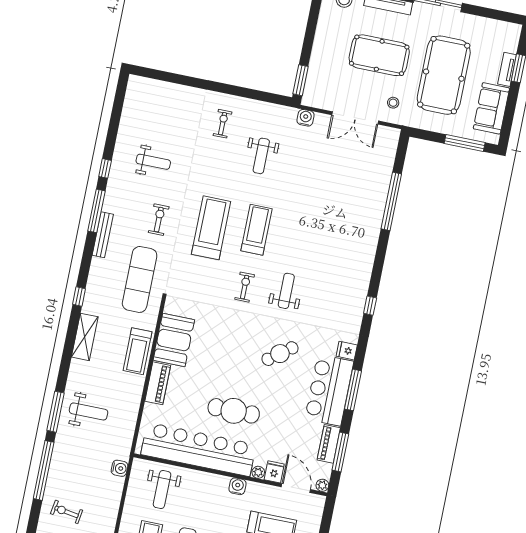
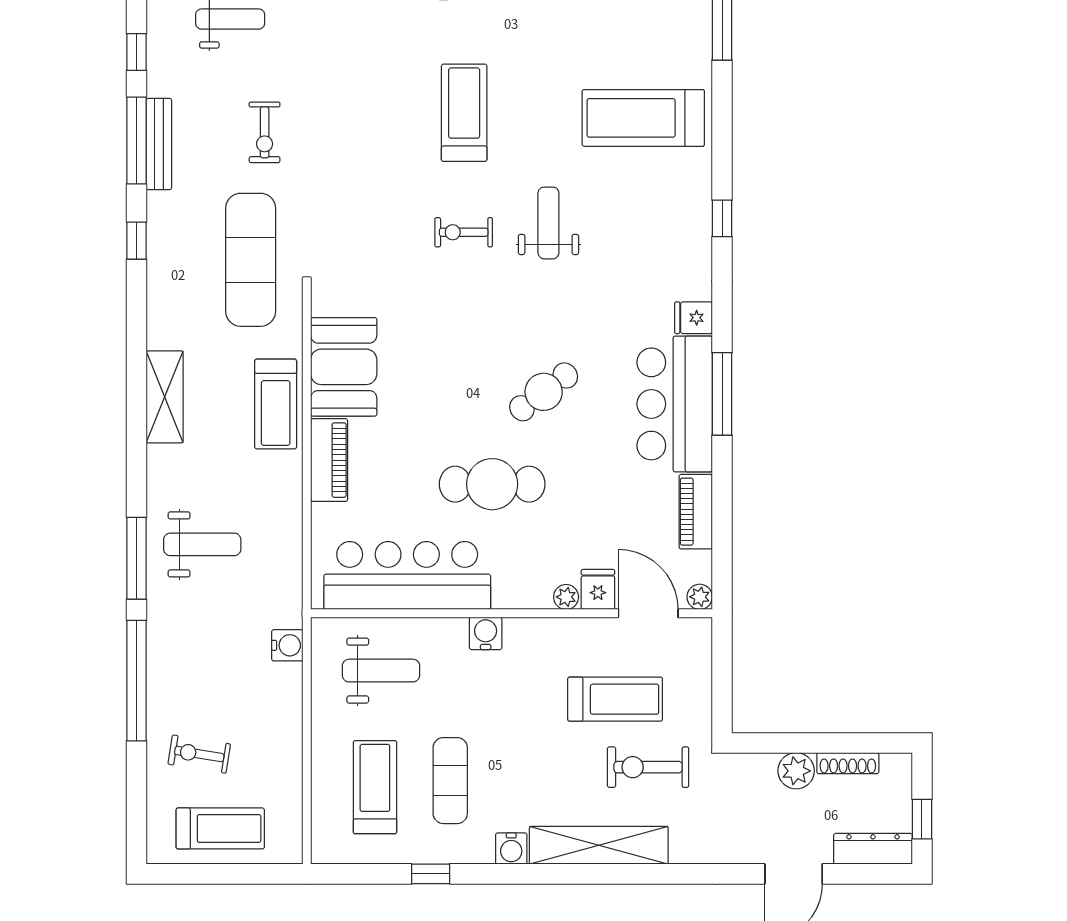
exercise bike: (159, 220) -> (265, 132), turned 180
treadmill: (211, 228) -> (643, 118), moved, turned -90
bench: (103, 235) -> (159, 144), moved
exercise bike: (245, 287) -> (464, 232), turned -90
window: (79, 296) -> (137, 241), moved
cafe table: (280, 354) -> (544, 392), moved
bar counter: (198, 449) -> (407, 576), width x0.73
window: (340, 452) -> (722, 523), removed
water cooler: (238, 486) -> (486, 633), moved
weight bench: (162, 490) -> (381, 671), turned -90

